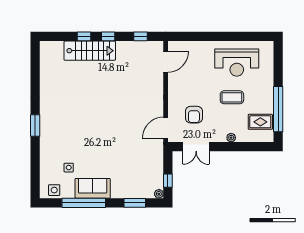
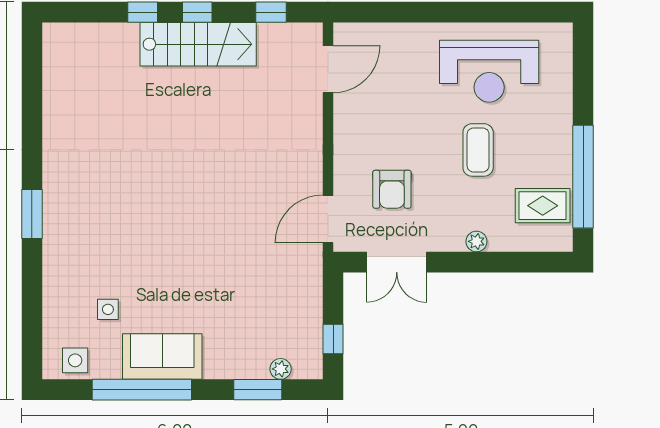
stairs: (90, 51) -> (198, 44), moved
coffee table: (232, 97) -> (478, 150), turned 90
plant: (159, 194) -> (281, 369), moved

